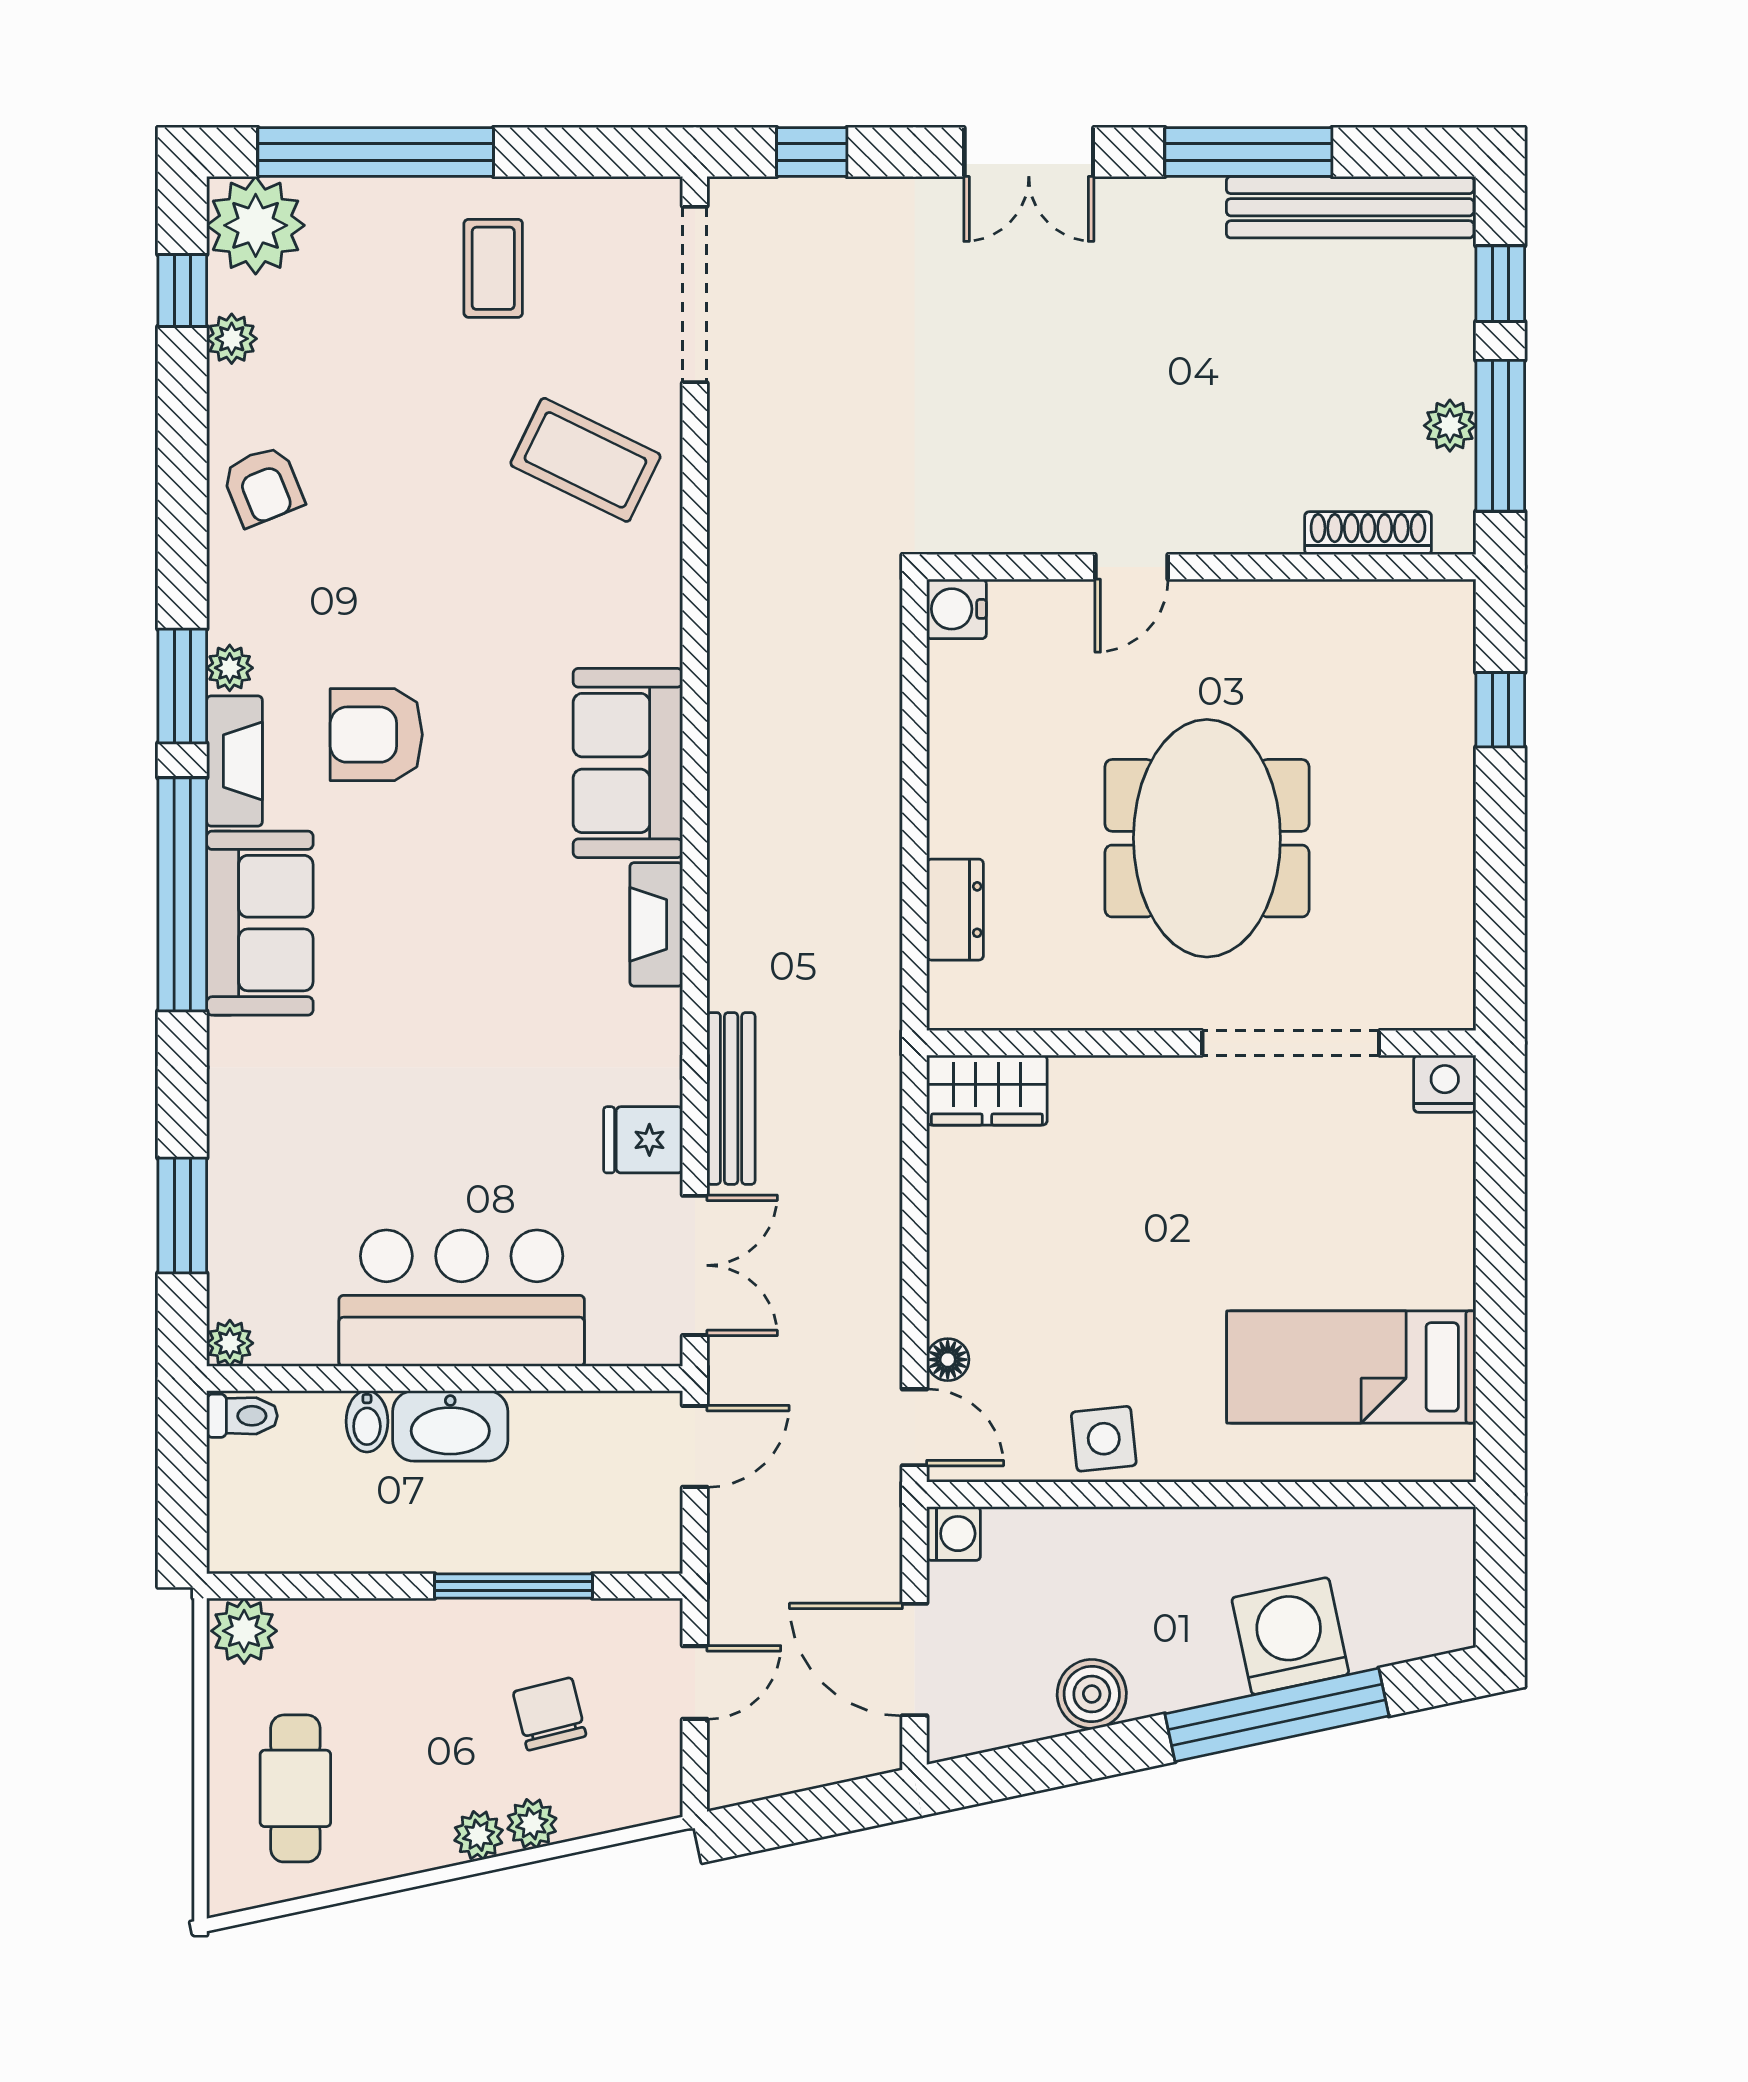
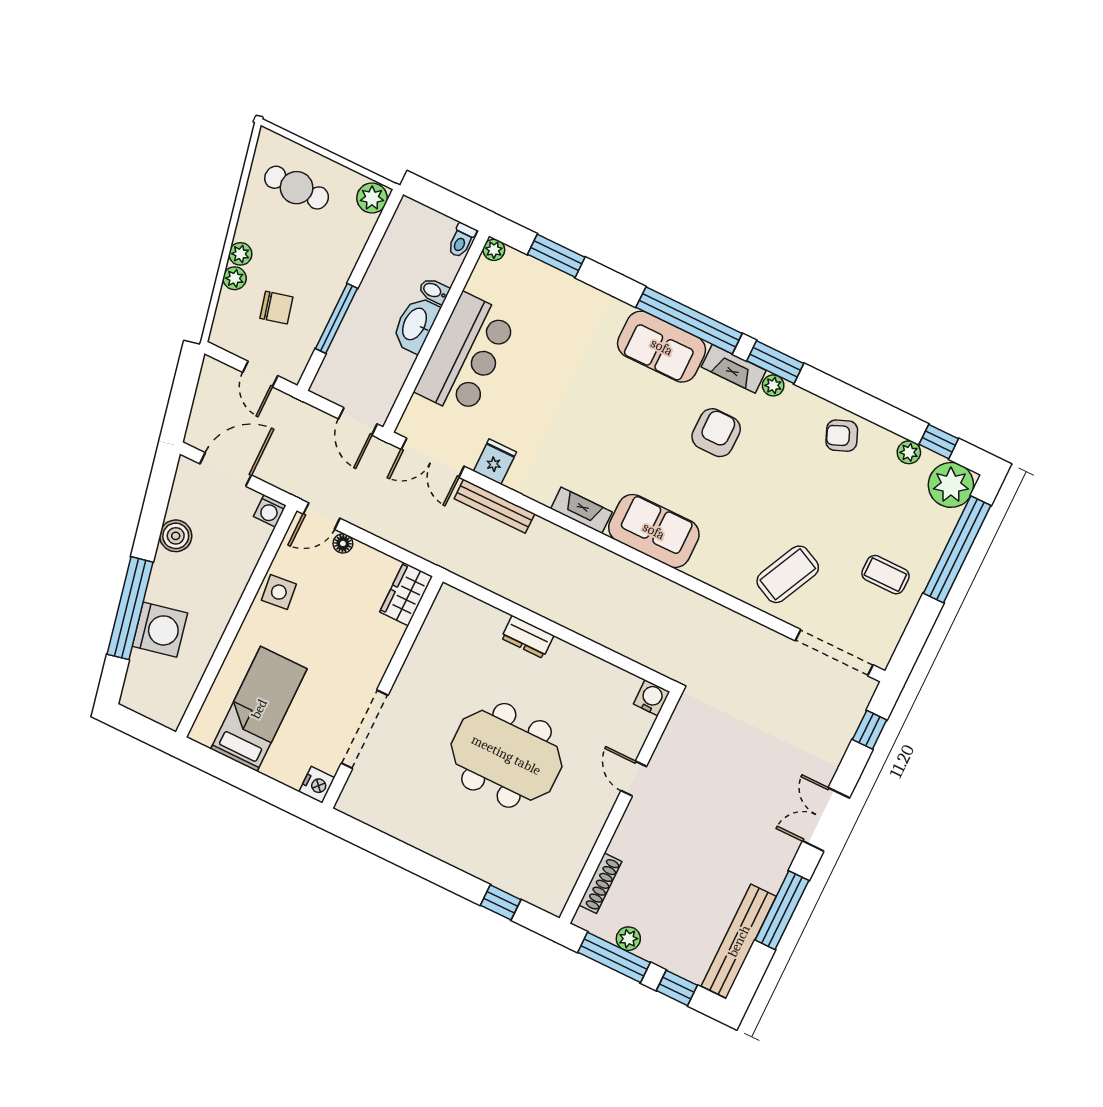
wall: (1201, 1043) -> (383, 692), moved
doorway: (1291, 1043) -> (365, 729), moved
nightstand: (1445, 1084) -> (317, 785), moved
wardrobe: (987, 1090) -> (406, 594), moved

